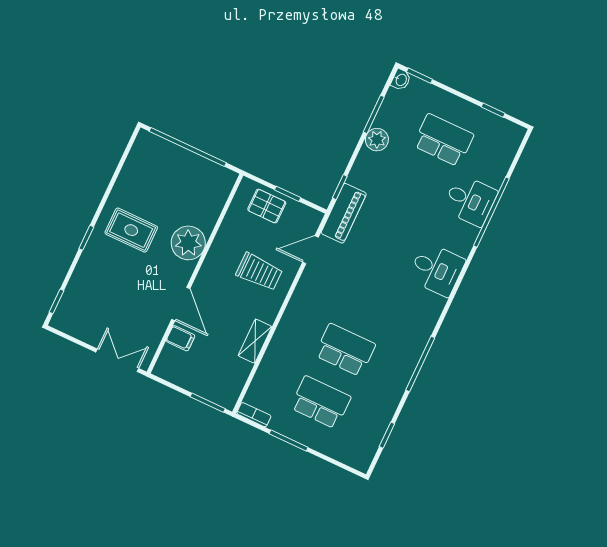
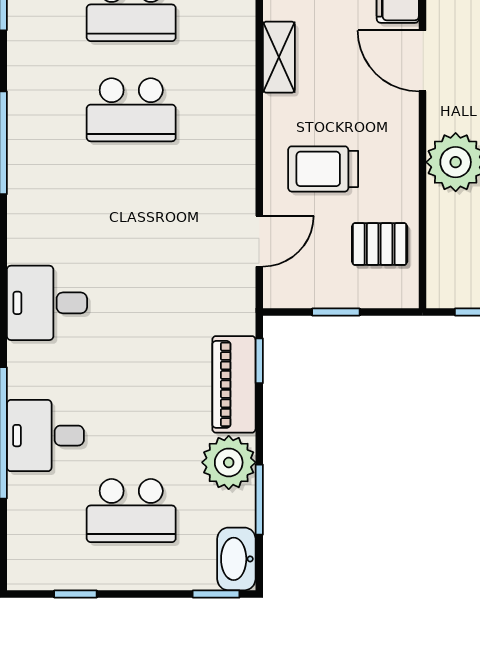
washbasin: (401, 80) -> (236, 559), width x1.91, depth x1.45
plant: (377, 140) -> (229, 462), width x1.36, depth x1.36
pallet: (267, 206) -> (380, 244), moved
piano: (344, 213) -> (234, 384), moved

